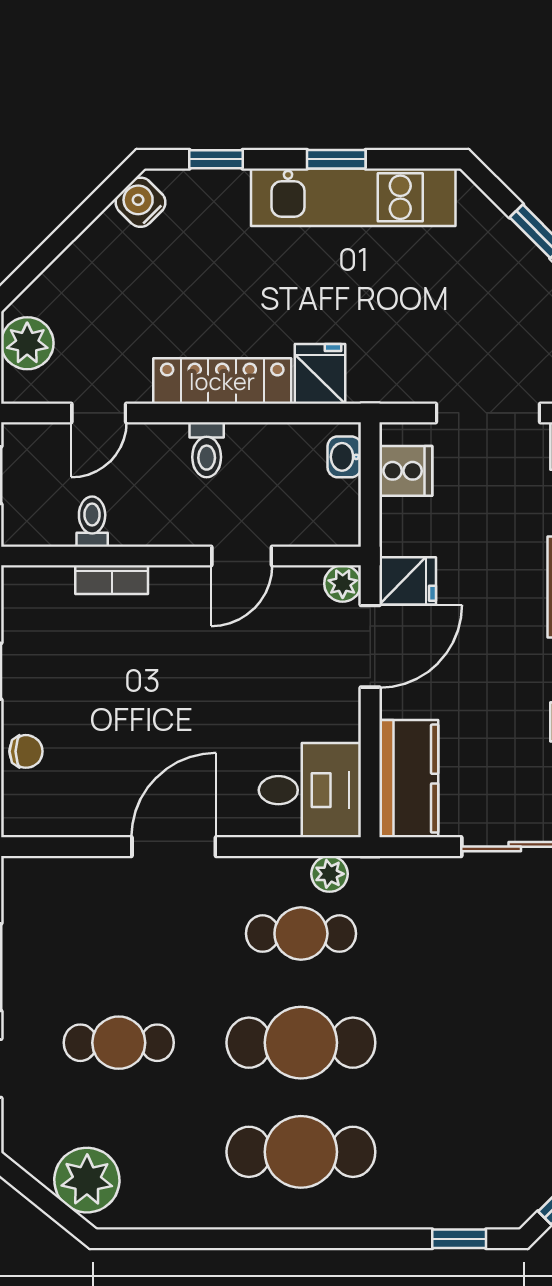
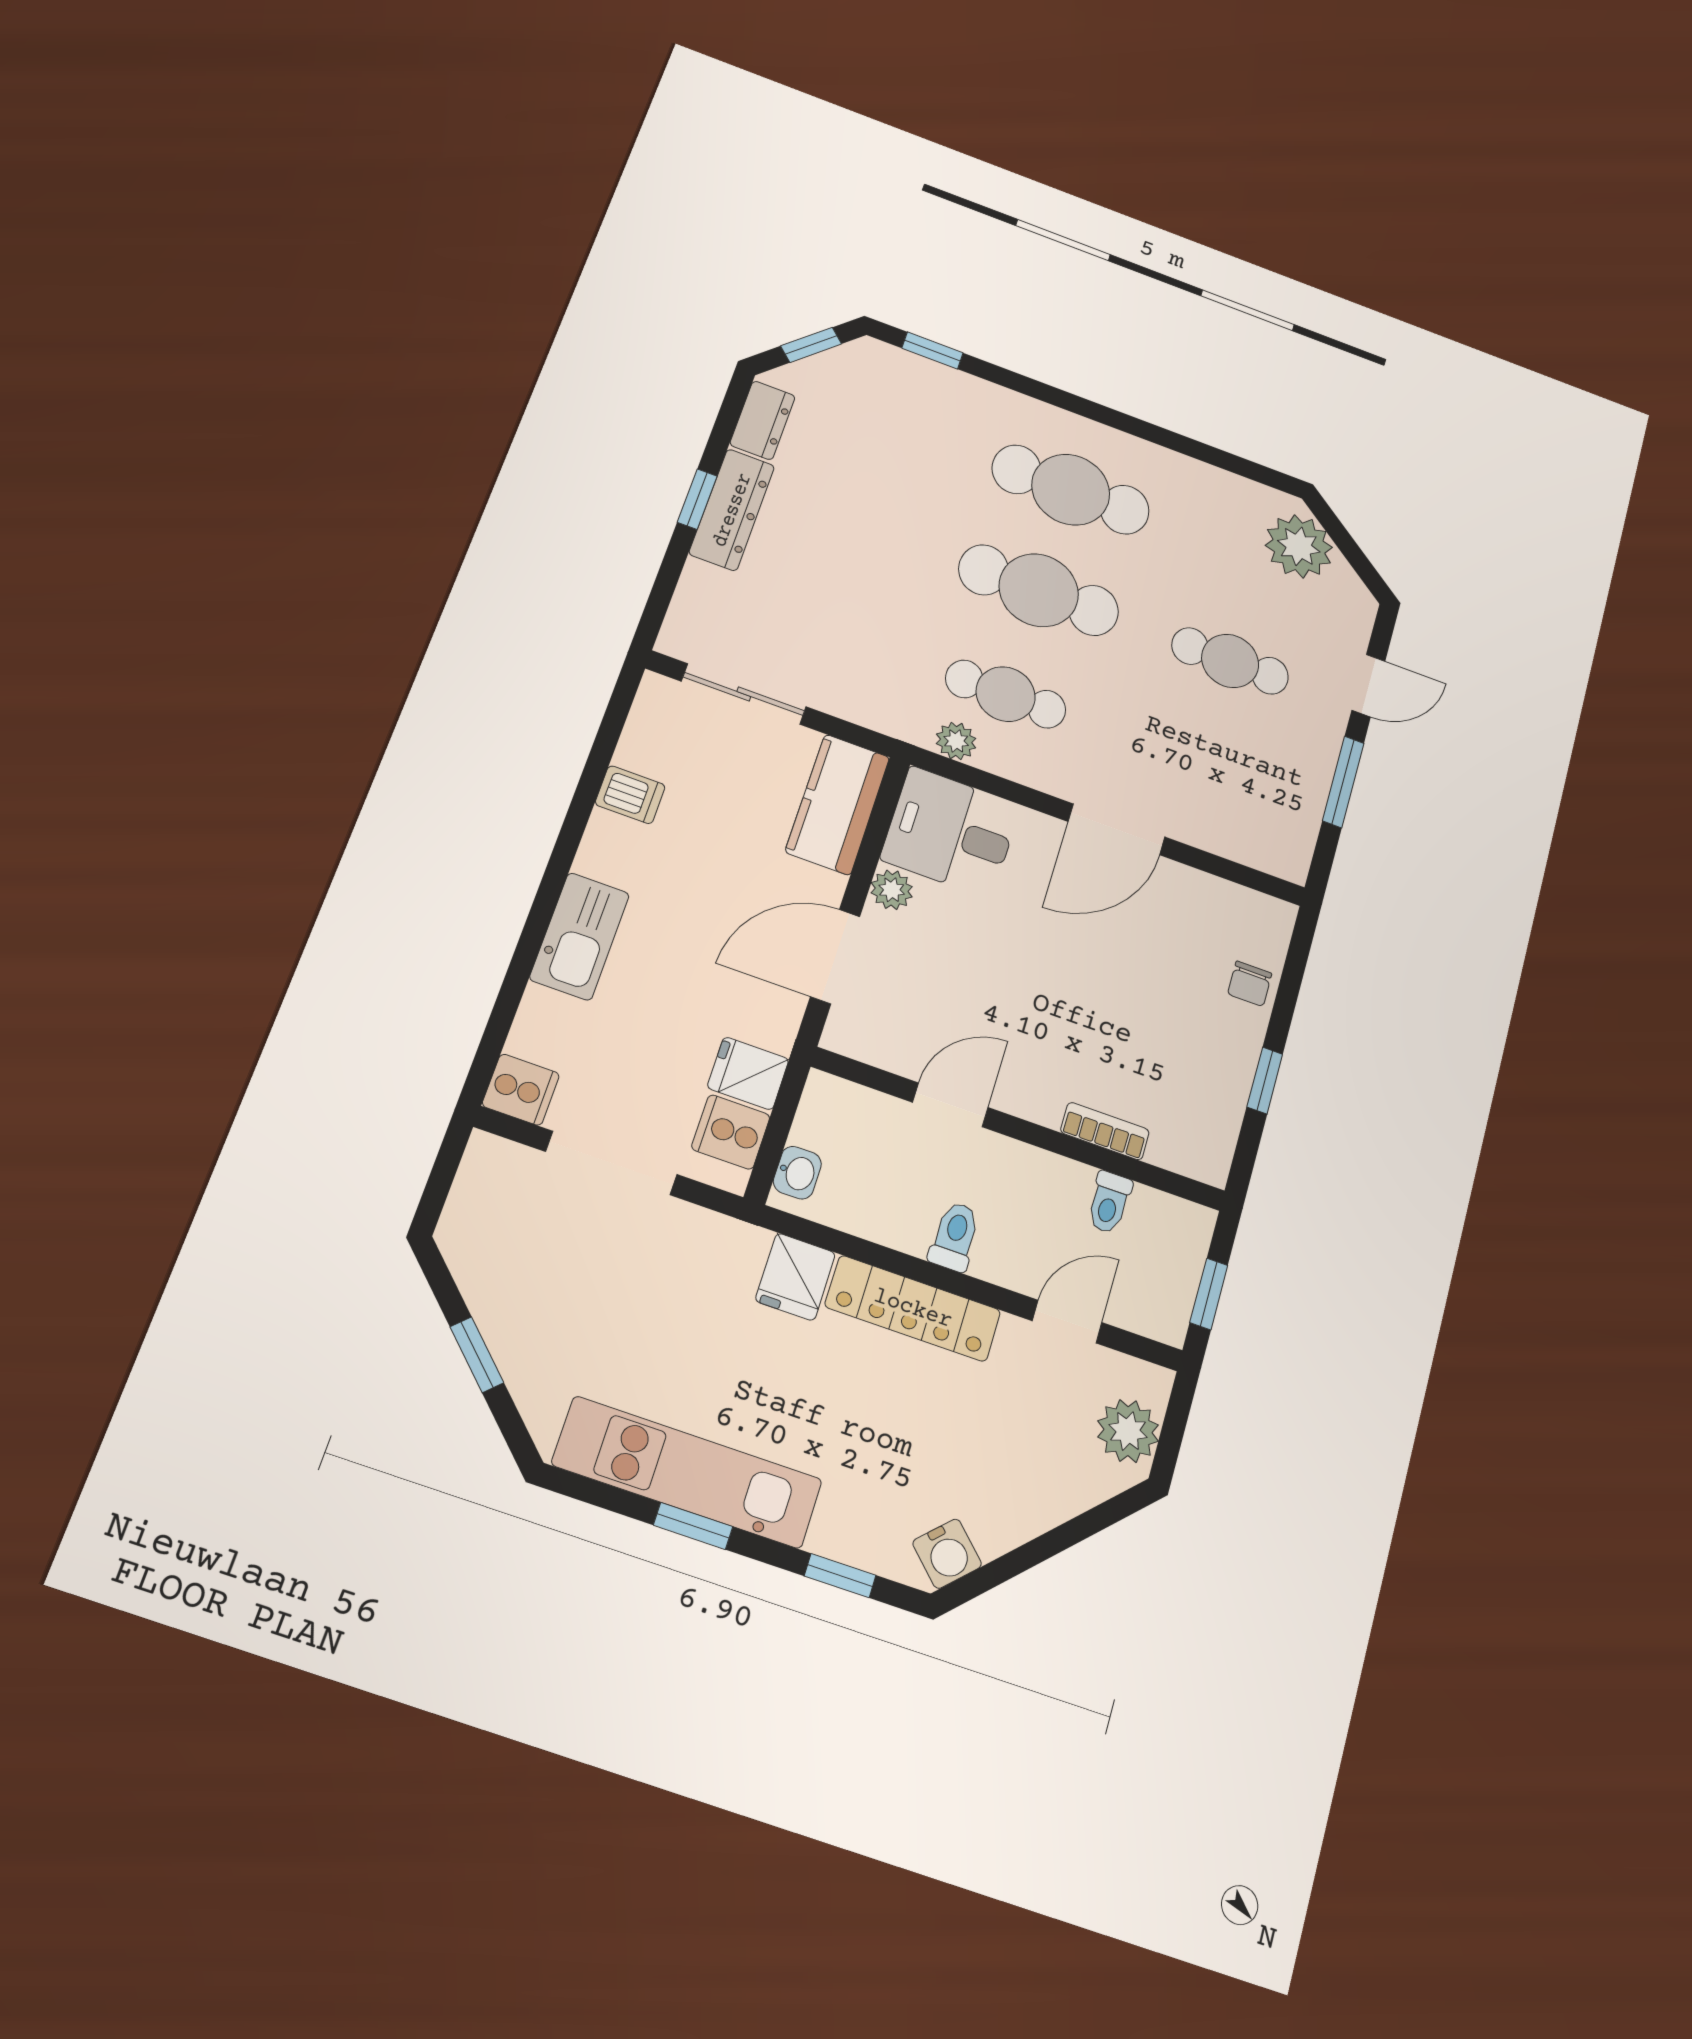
fridge: (408, 581) -> (748, 1073), moved
plant: (343, 584) -> (892, 890), moved
chair: (26, 751) -> (1250, 984), turned -90

